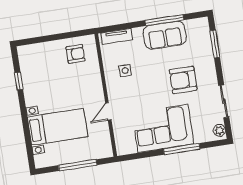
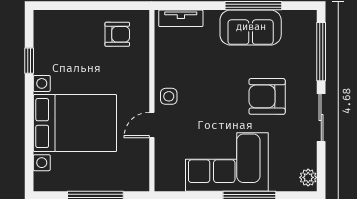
window: (215, 44) -> (321, 52), width x1.44
side table: (125, 71) -> (169, 96), moved
sliding door: (224, 101) -> (321, 118), moved
bed with nightstands: (58, 127) -> (75, 123), width x1.36

